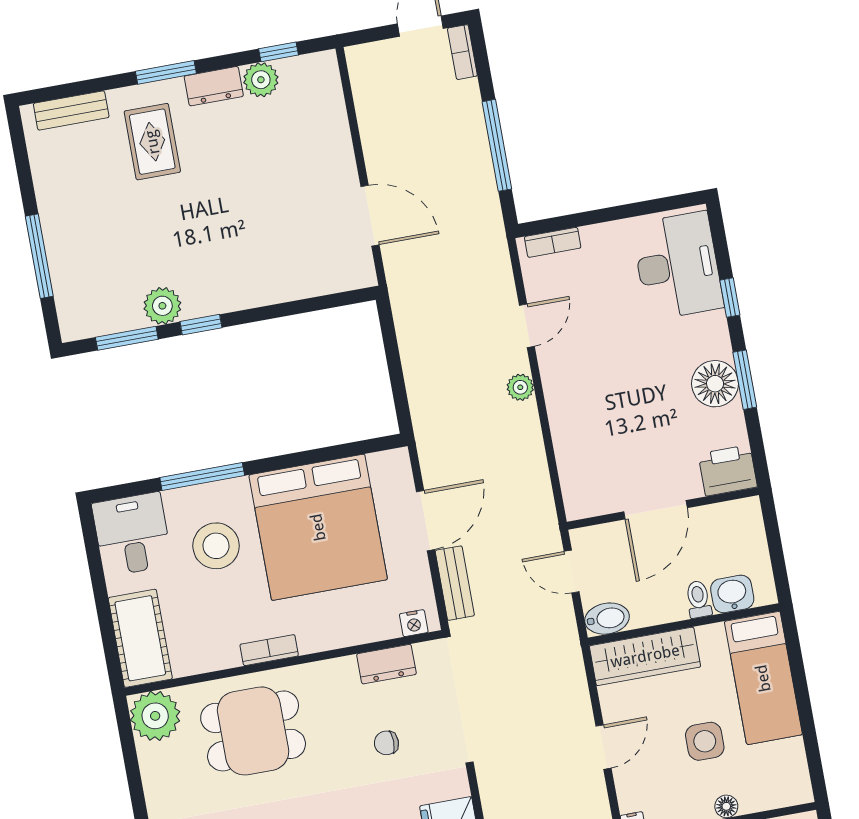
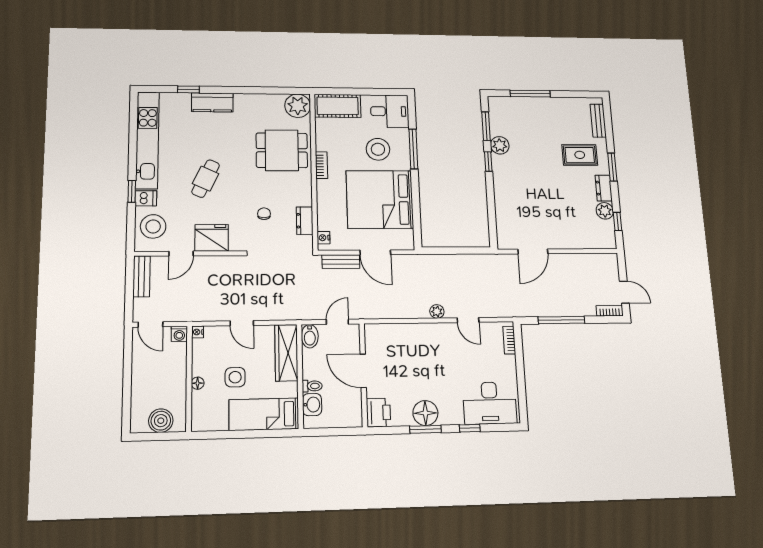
dining table: (253, 731) -> (282, 150), turned 90

